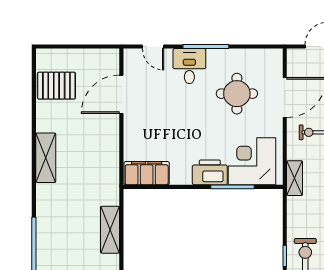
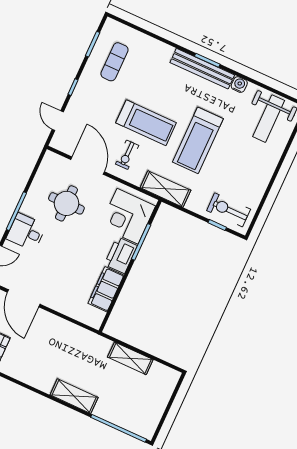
shelving: (46, 158) -> (74, 396), moved
filing cabinet: (147, 173) -> (106, 289), moved
shelving: (295, 178) -> (165, 189), width x1.50, depth x1.33

